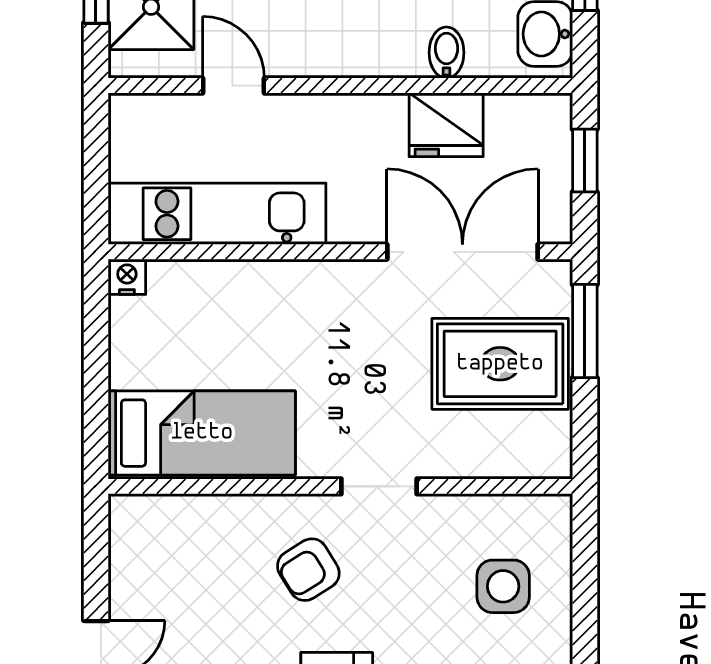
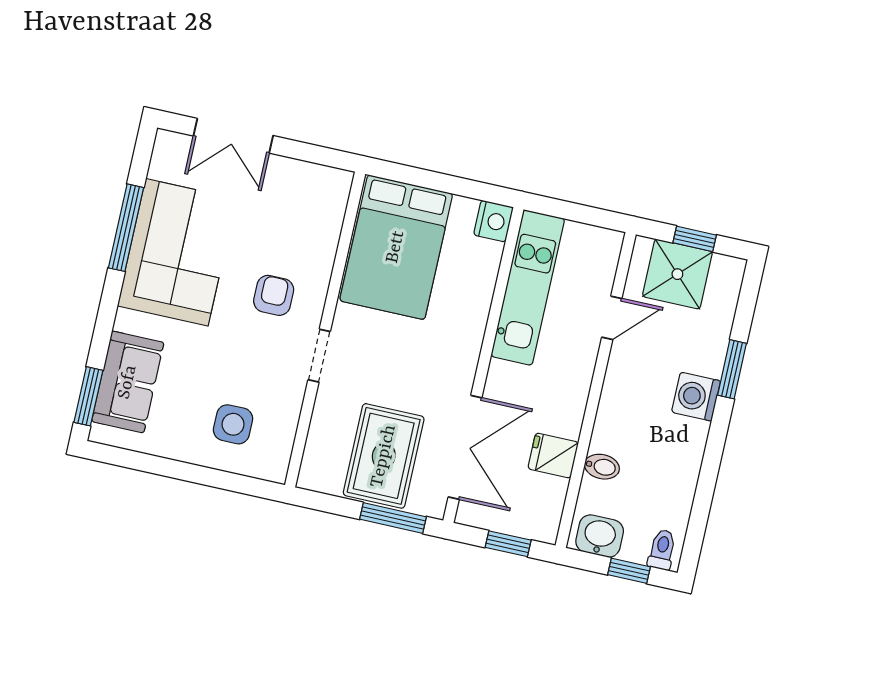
fridge: (446, 125) -> (553, 456), width x0.72
nightstand: (127, 277) -> (493, 221), width x1.39, depth x1.35
bed: (202, 433) -> (396, 247), width x1.50
armchair: (308, 570) -> (274, 295), turned 32

